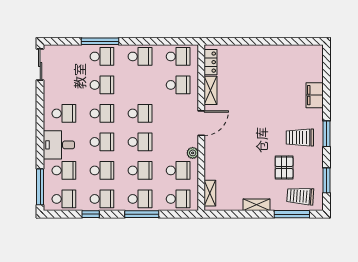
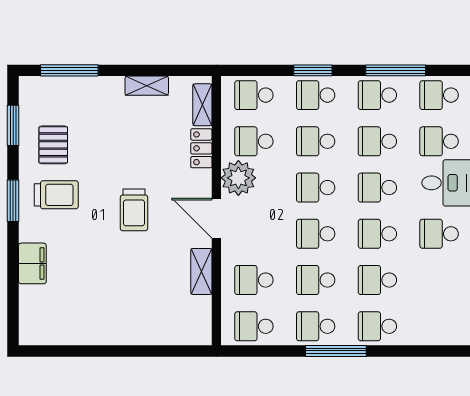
window: (100, 41) -> (336, 351), moved
locker: (210, 62) -> (201, 148), moved
school desk: (140, 85) -> (316, 280), added
door: (201, 123) -> (216, 218), hinge flipped
plant: (193, 153) -> (238, 178), width x1.87, depth x1.87
pallet: (284, 167) -> (53, 145), moved
trolley: (300, 196) -> (134, 210), moved, turned 86
shelving: (257, 205) -> (147, 86), moved
window: (91, 214) -> (396, 70), width x2.17
window: (142, 214) -> (313, 70), width x0.69

